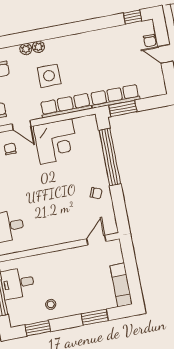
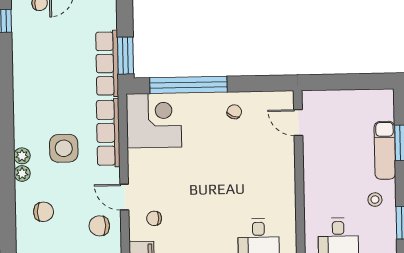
door: (22, 125) -> (124, 197), swing flipped
corner desk: (56, 141) -> (154, 120), moved
exam couch: (121, 285) -> (385, 150), moved, turned 90

